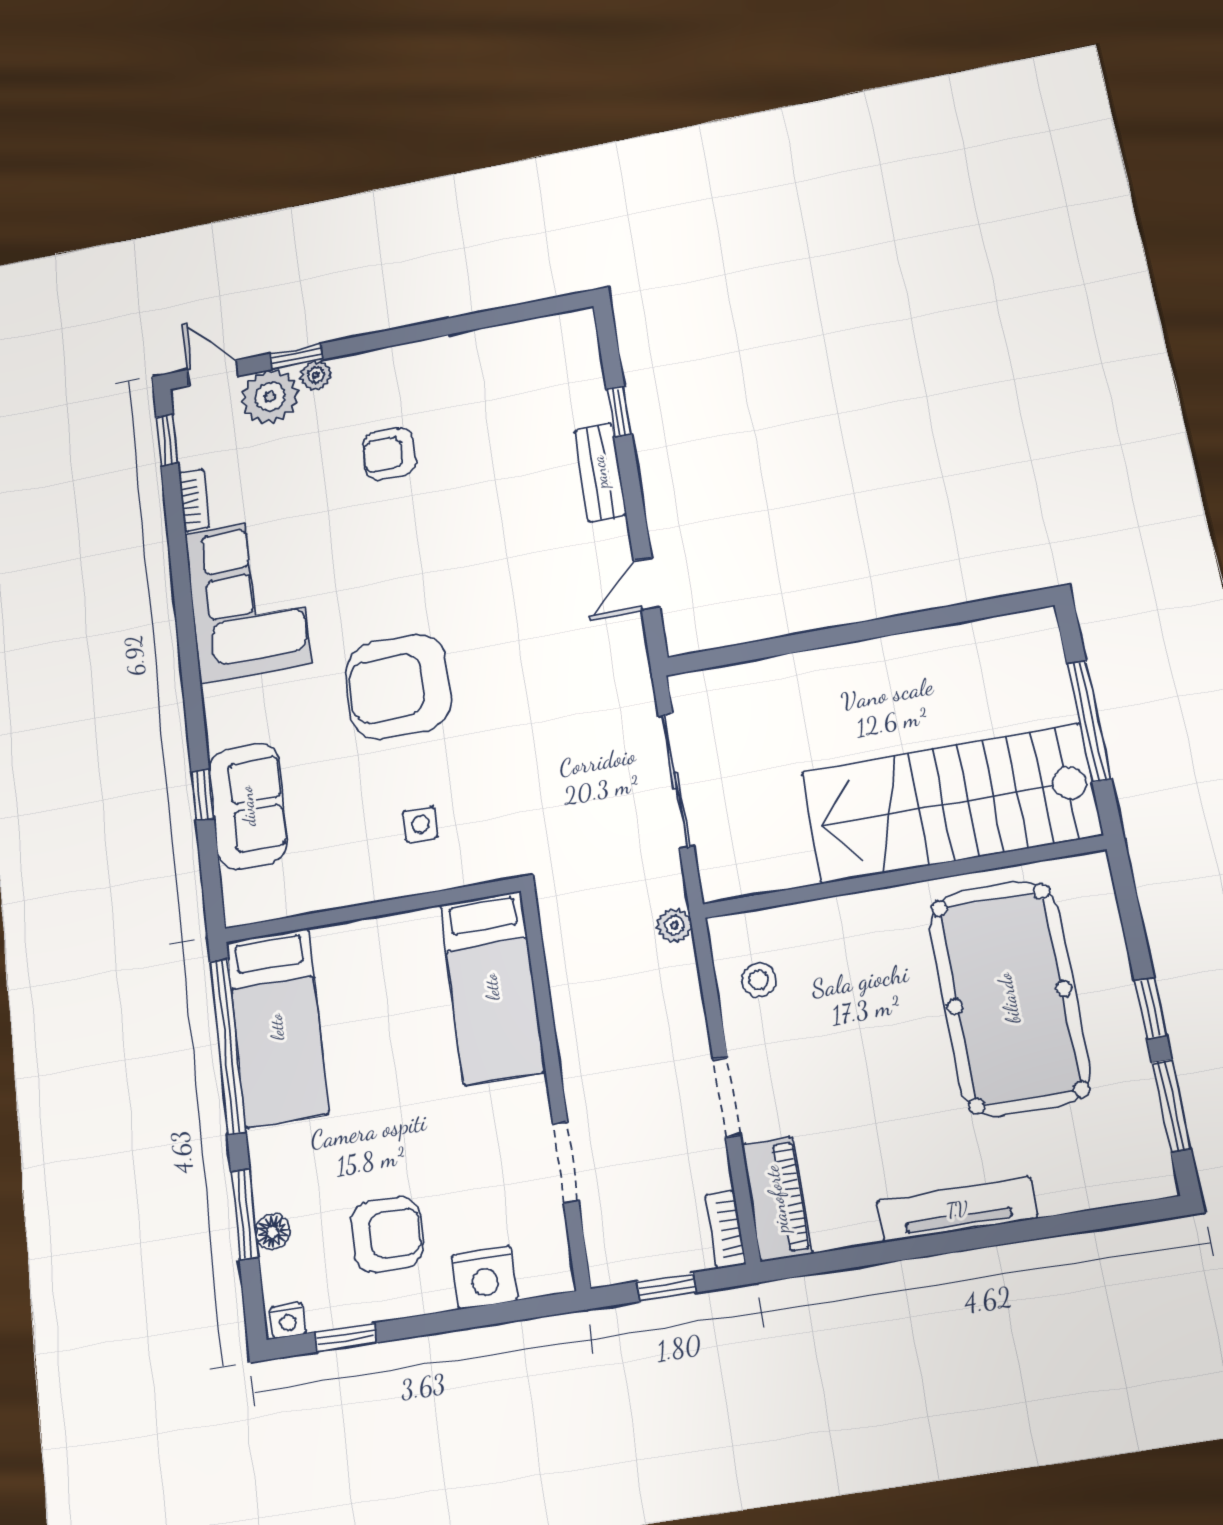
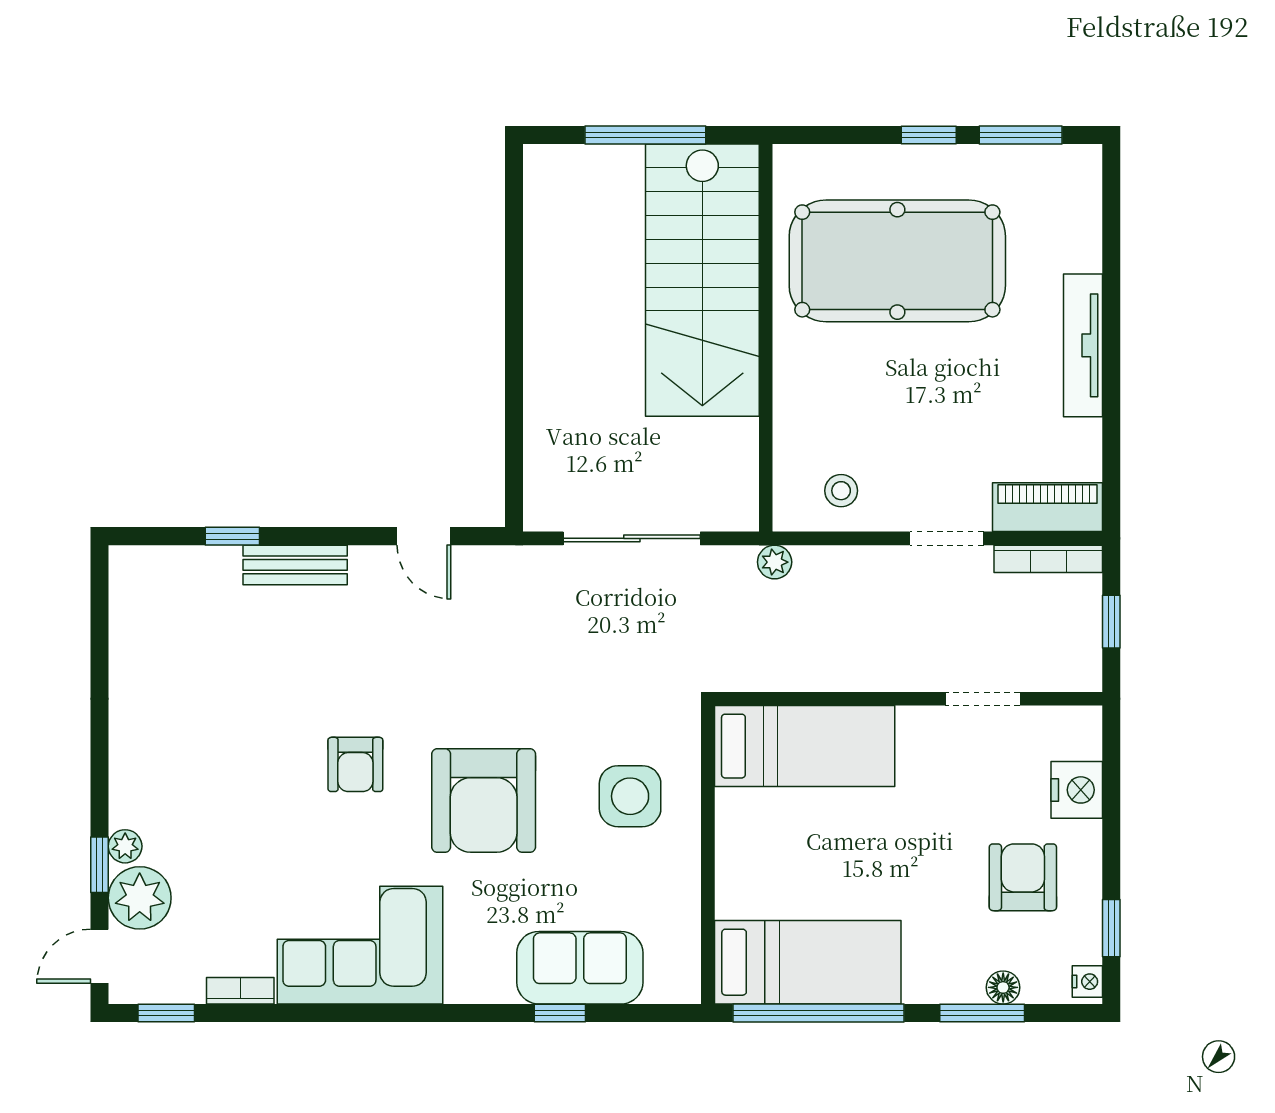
armchair: (389, 454) -> (355, 764), moved
side table: (420, 824) -> (630, 796), width x1.87, depth x1.87
bookcase: (726, 1229) -> (1048, 559), width x1.56

